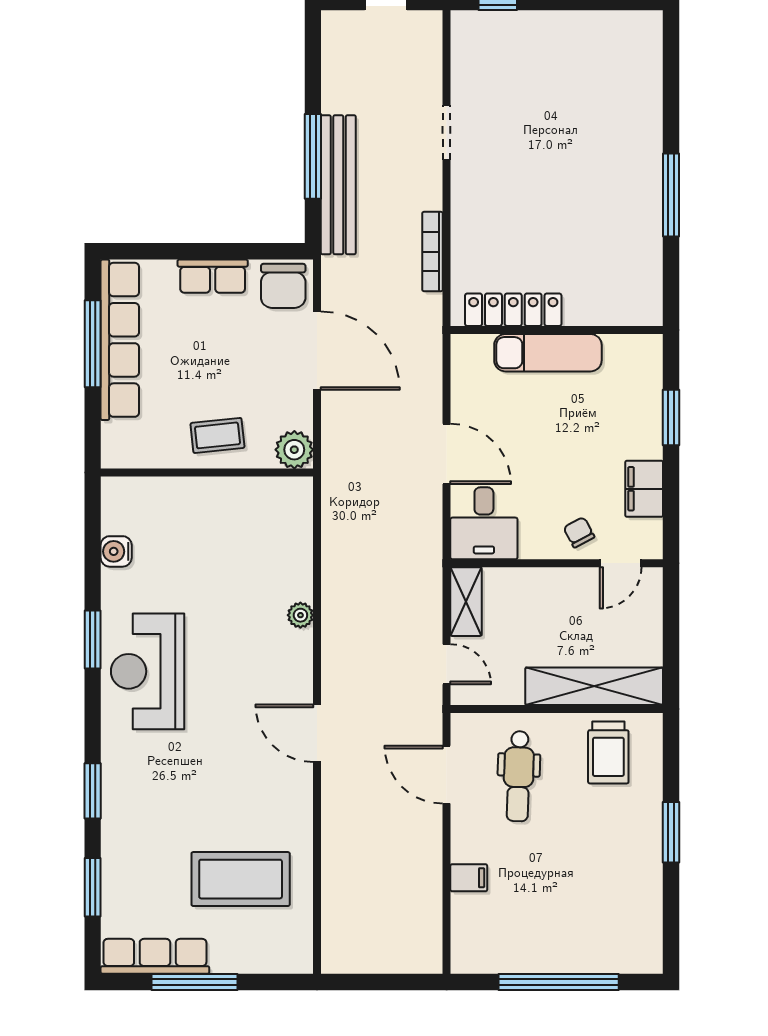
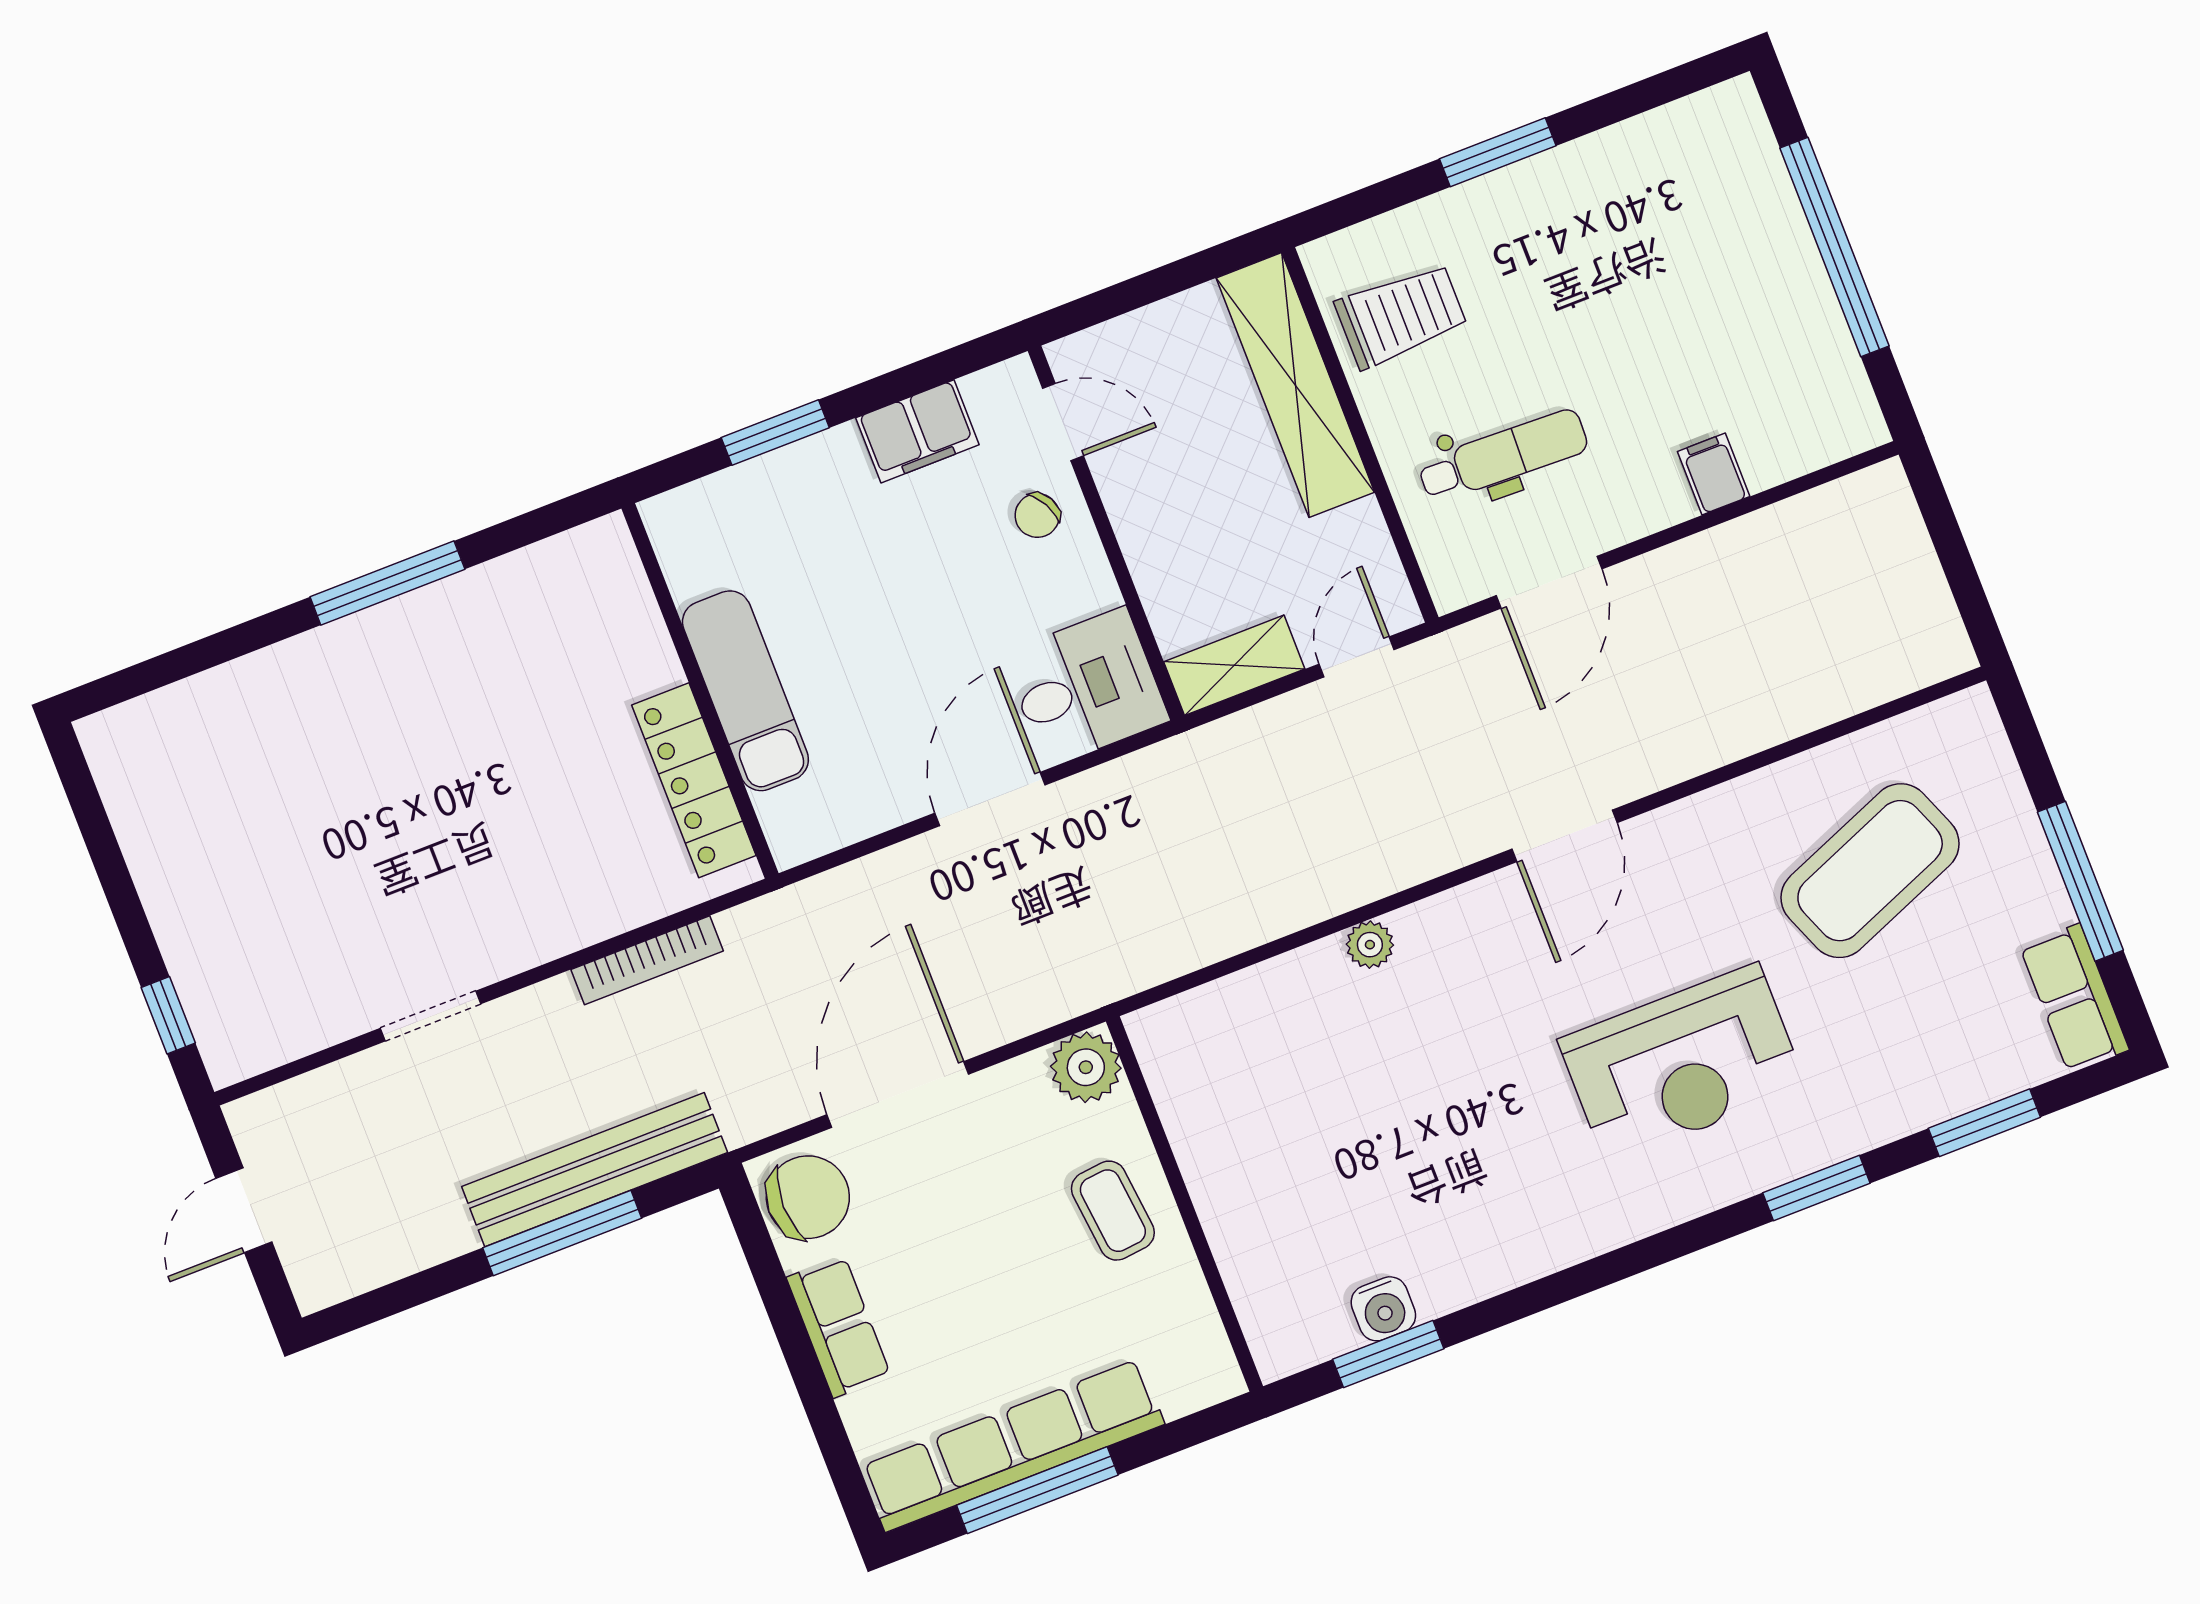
window: (93, 639) -> (1388, 1354), moved
reception desk: (148, 671) -> (1682, 1064), moved
coffee table: (241, 879) -> (1870, 871), turned 68
row of seats: (155, 956) -> (2074, 998), width x0.68

